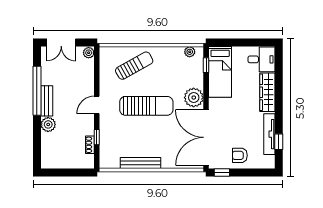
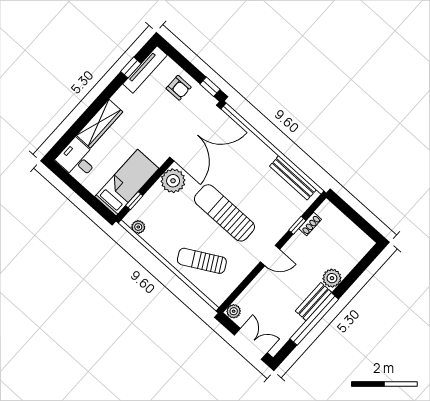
tv unit: (269, 134) -> (145, 70), moved
bench: (140, 163) -> (293, 178), moved

